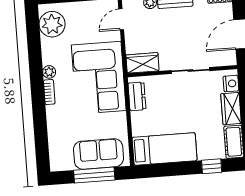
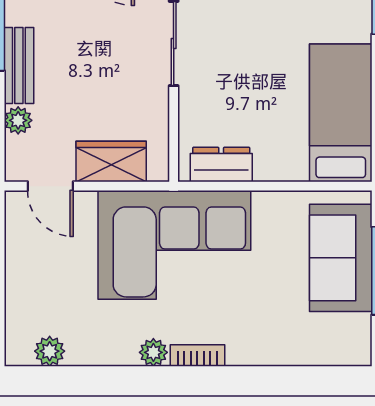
plant: (52, 24) -> (50, 351), width x0.53, depth x0.53
wardrobe: (143, 63) -> (111, 162), moved, turned 90

